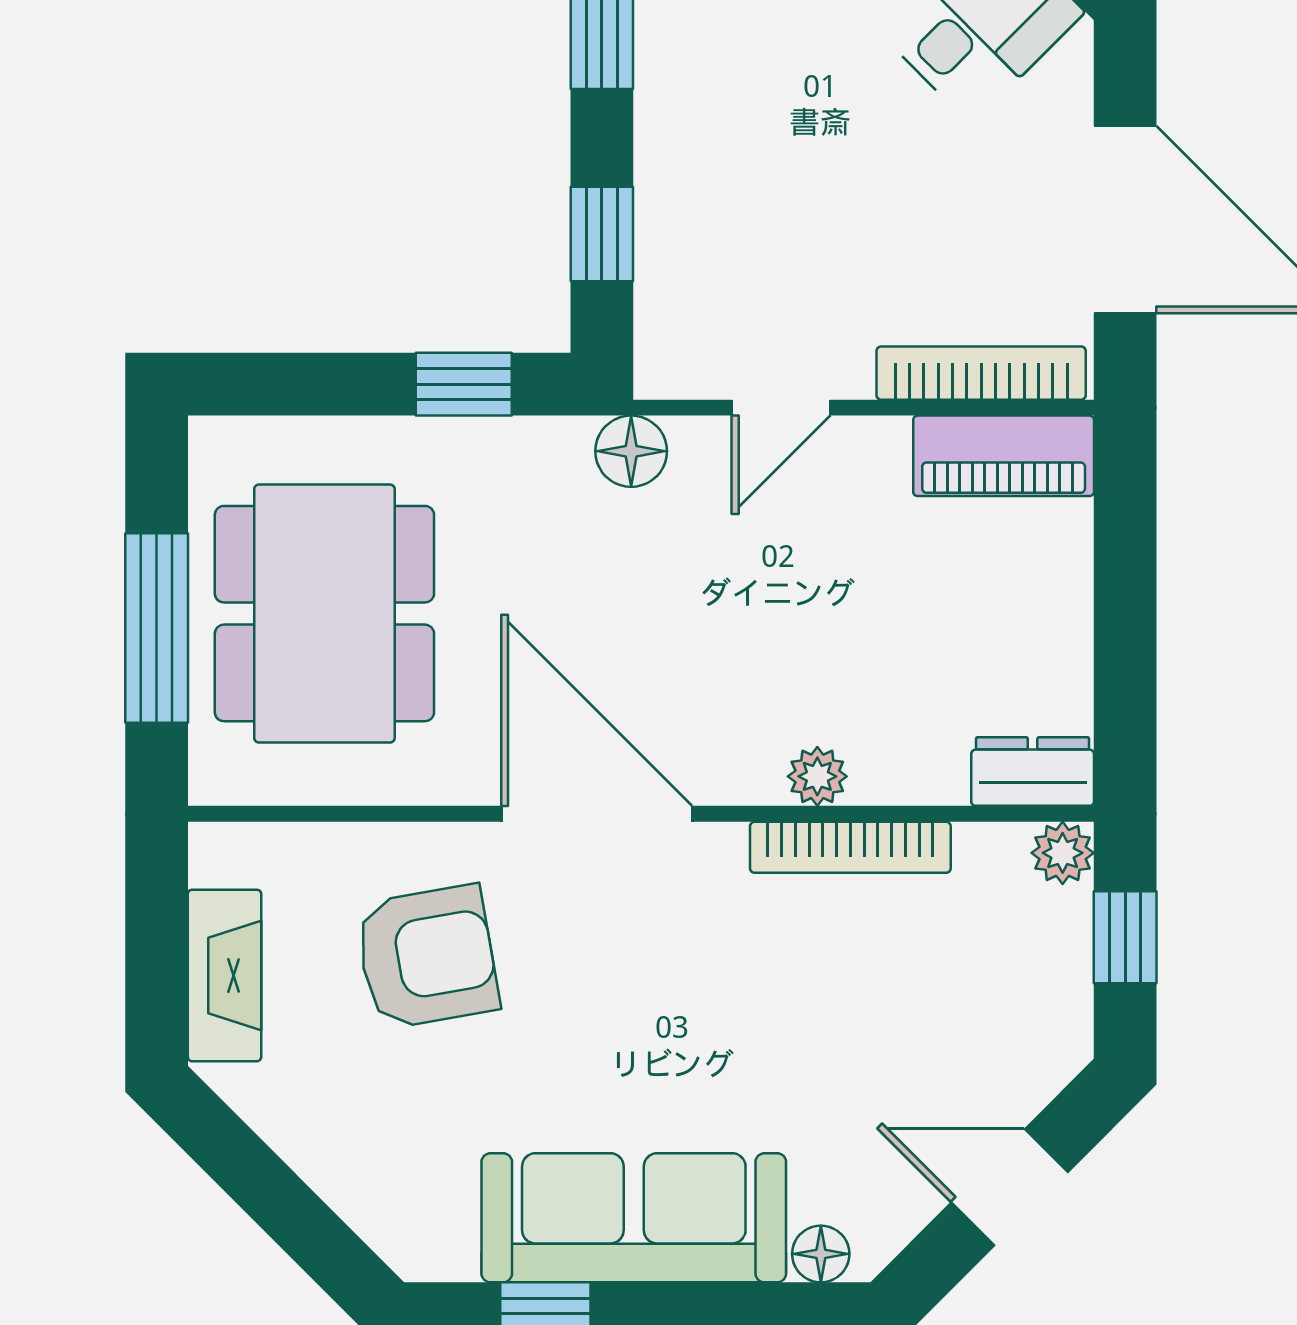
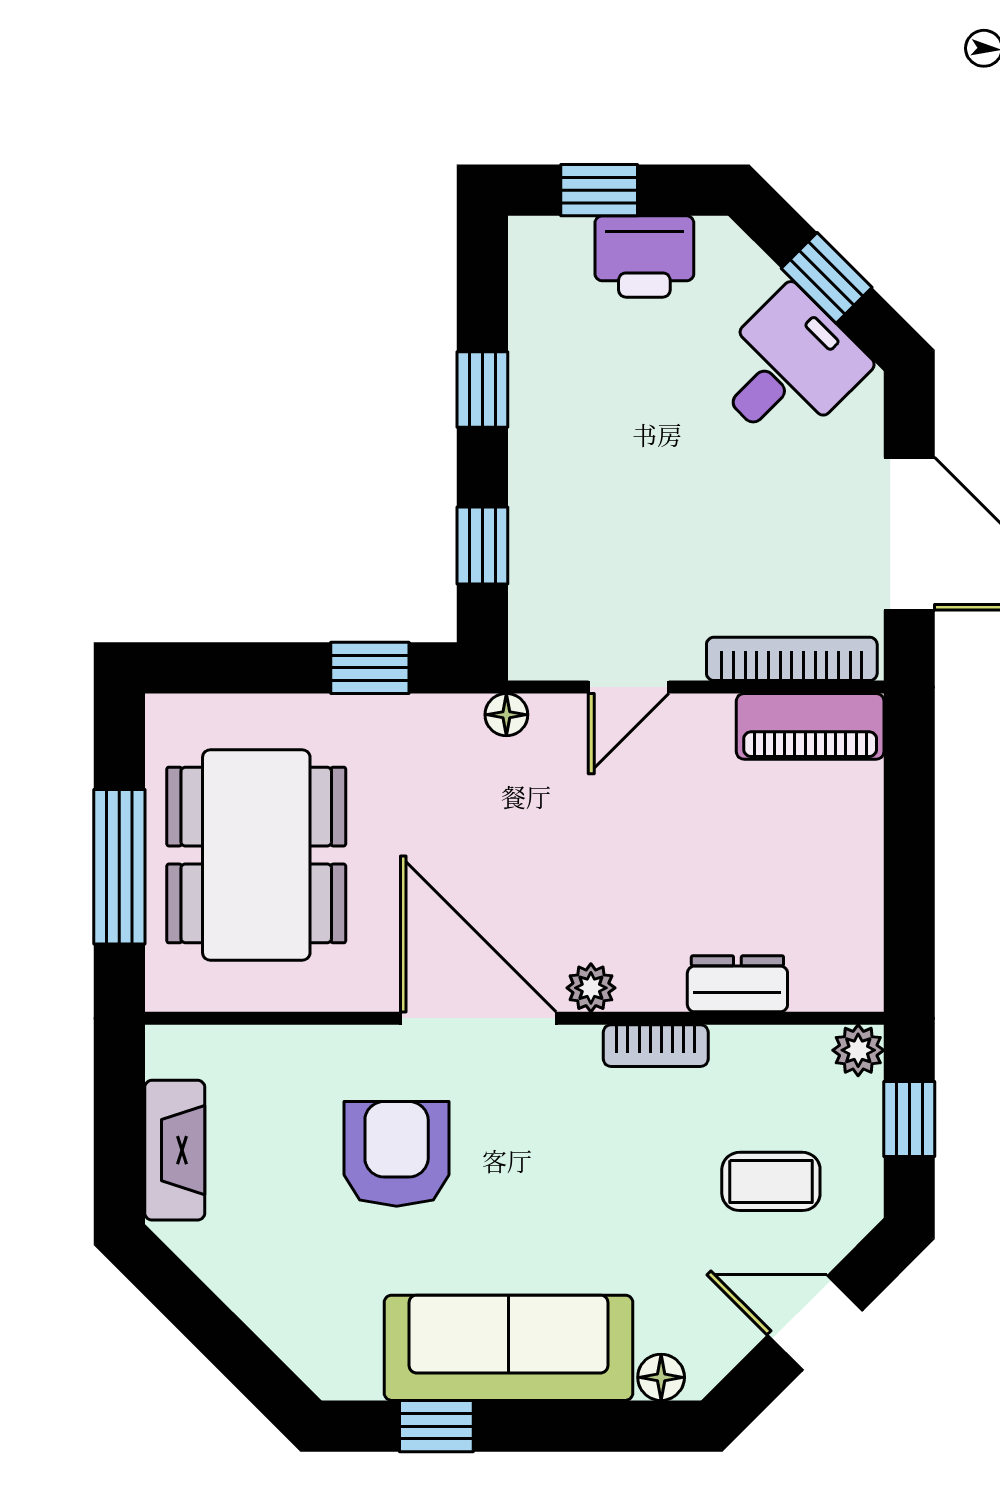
floor lamp: (631, 451) -> (506, 715), width x0.73, depth x0.73
dresser: (1033, 772) -> (737, 984), moved
plant: (817, 776) -> (591, 988), moved
bookcase: (850, 847) -> (656, 1046), width x0.64
armchair: (427, 957) -> (397, 1154), moved, turned -80
coffee table: (956, 1014) -> (771, 1181), added

